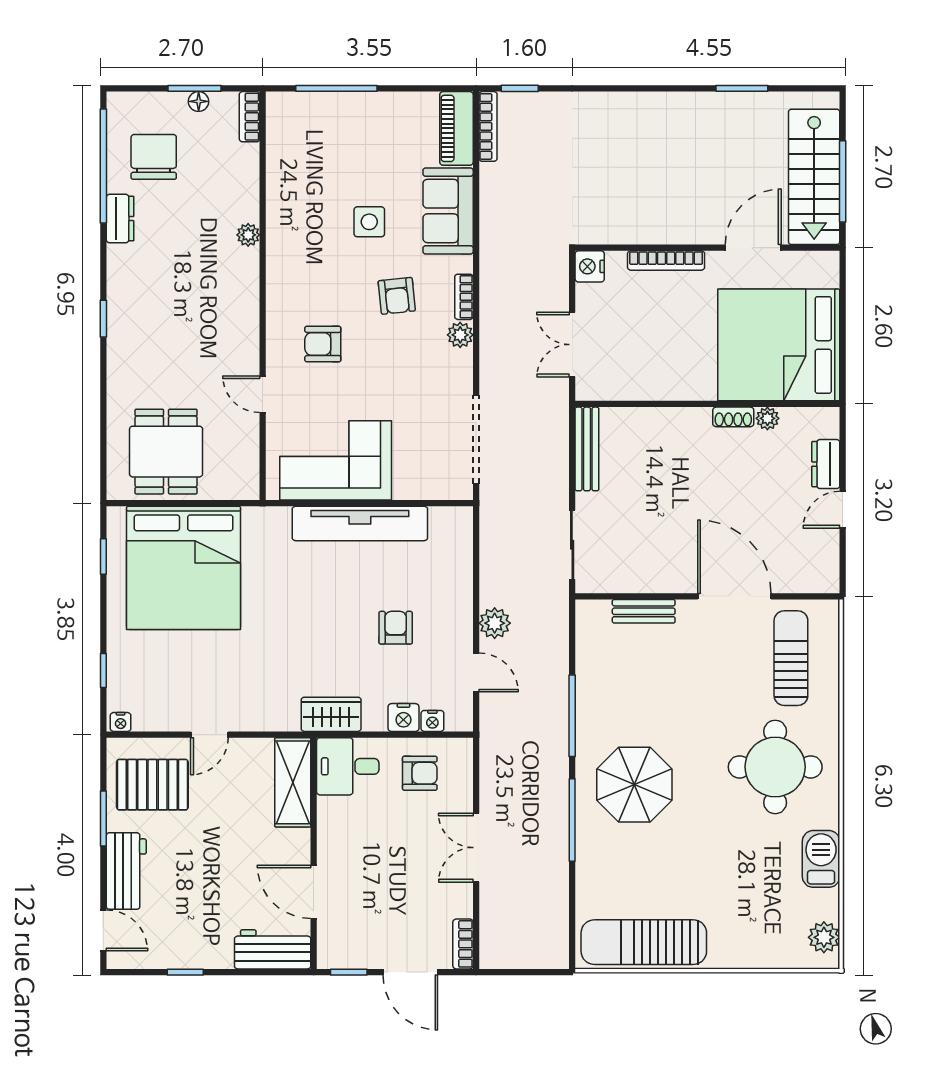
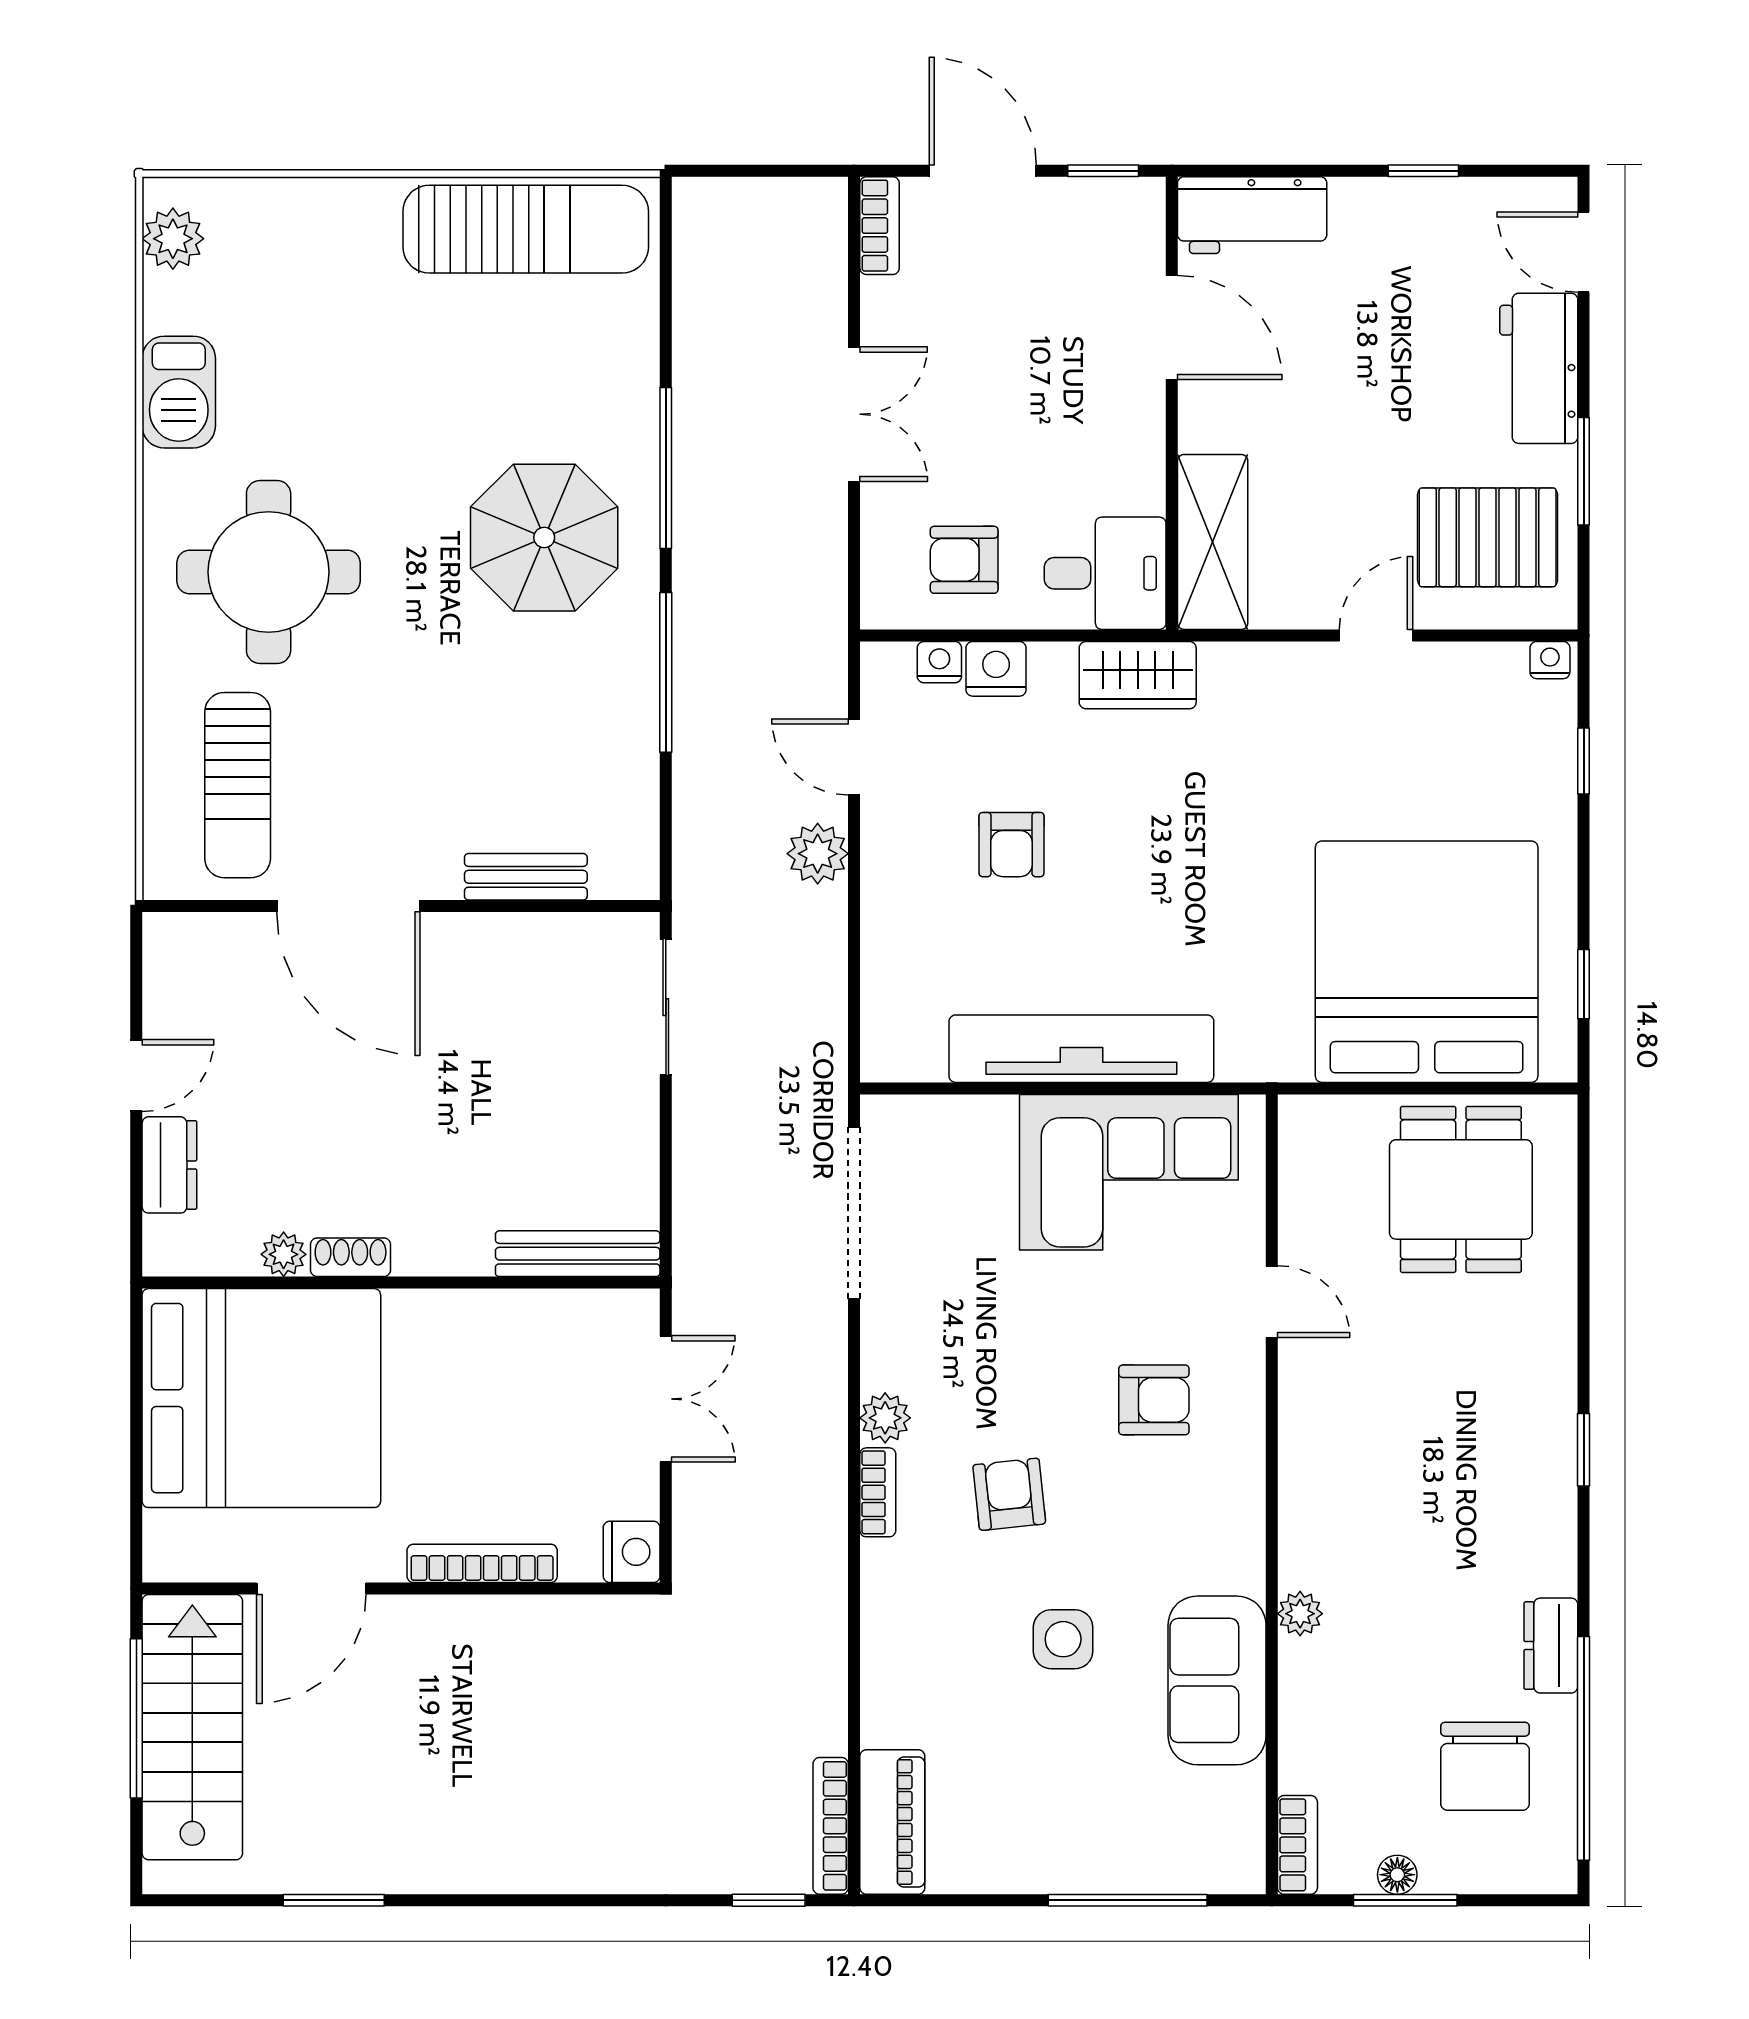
sofa: (448, 211) -> (1217, 1680), moved, turned 180
bench: (587, 449) -> (578, 1254), moved, turned 90

